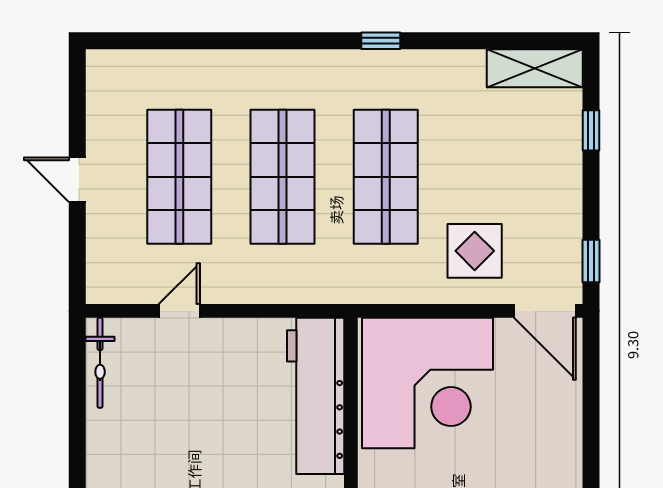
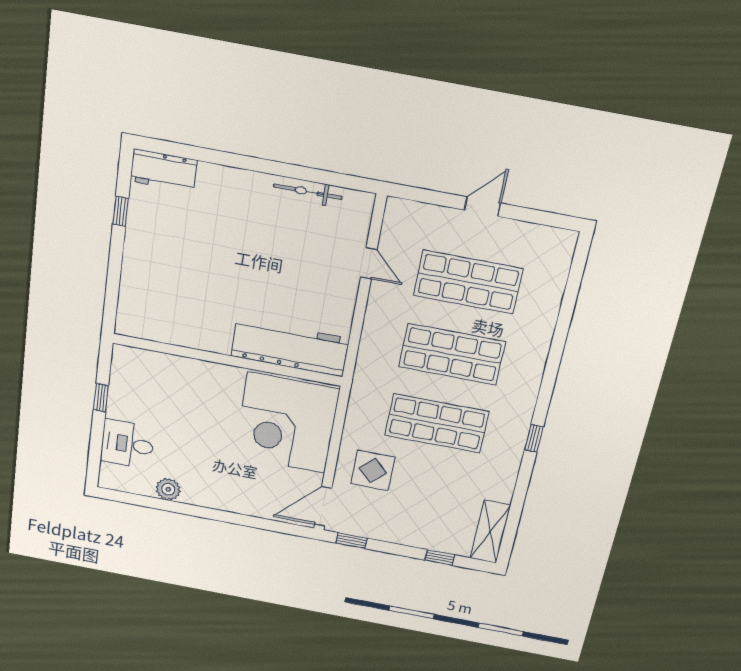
bicycle: (100, 363) -> (308, 192), moved

